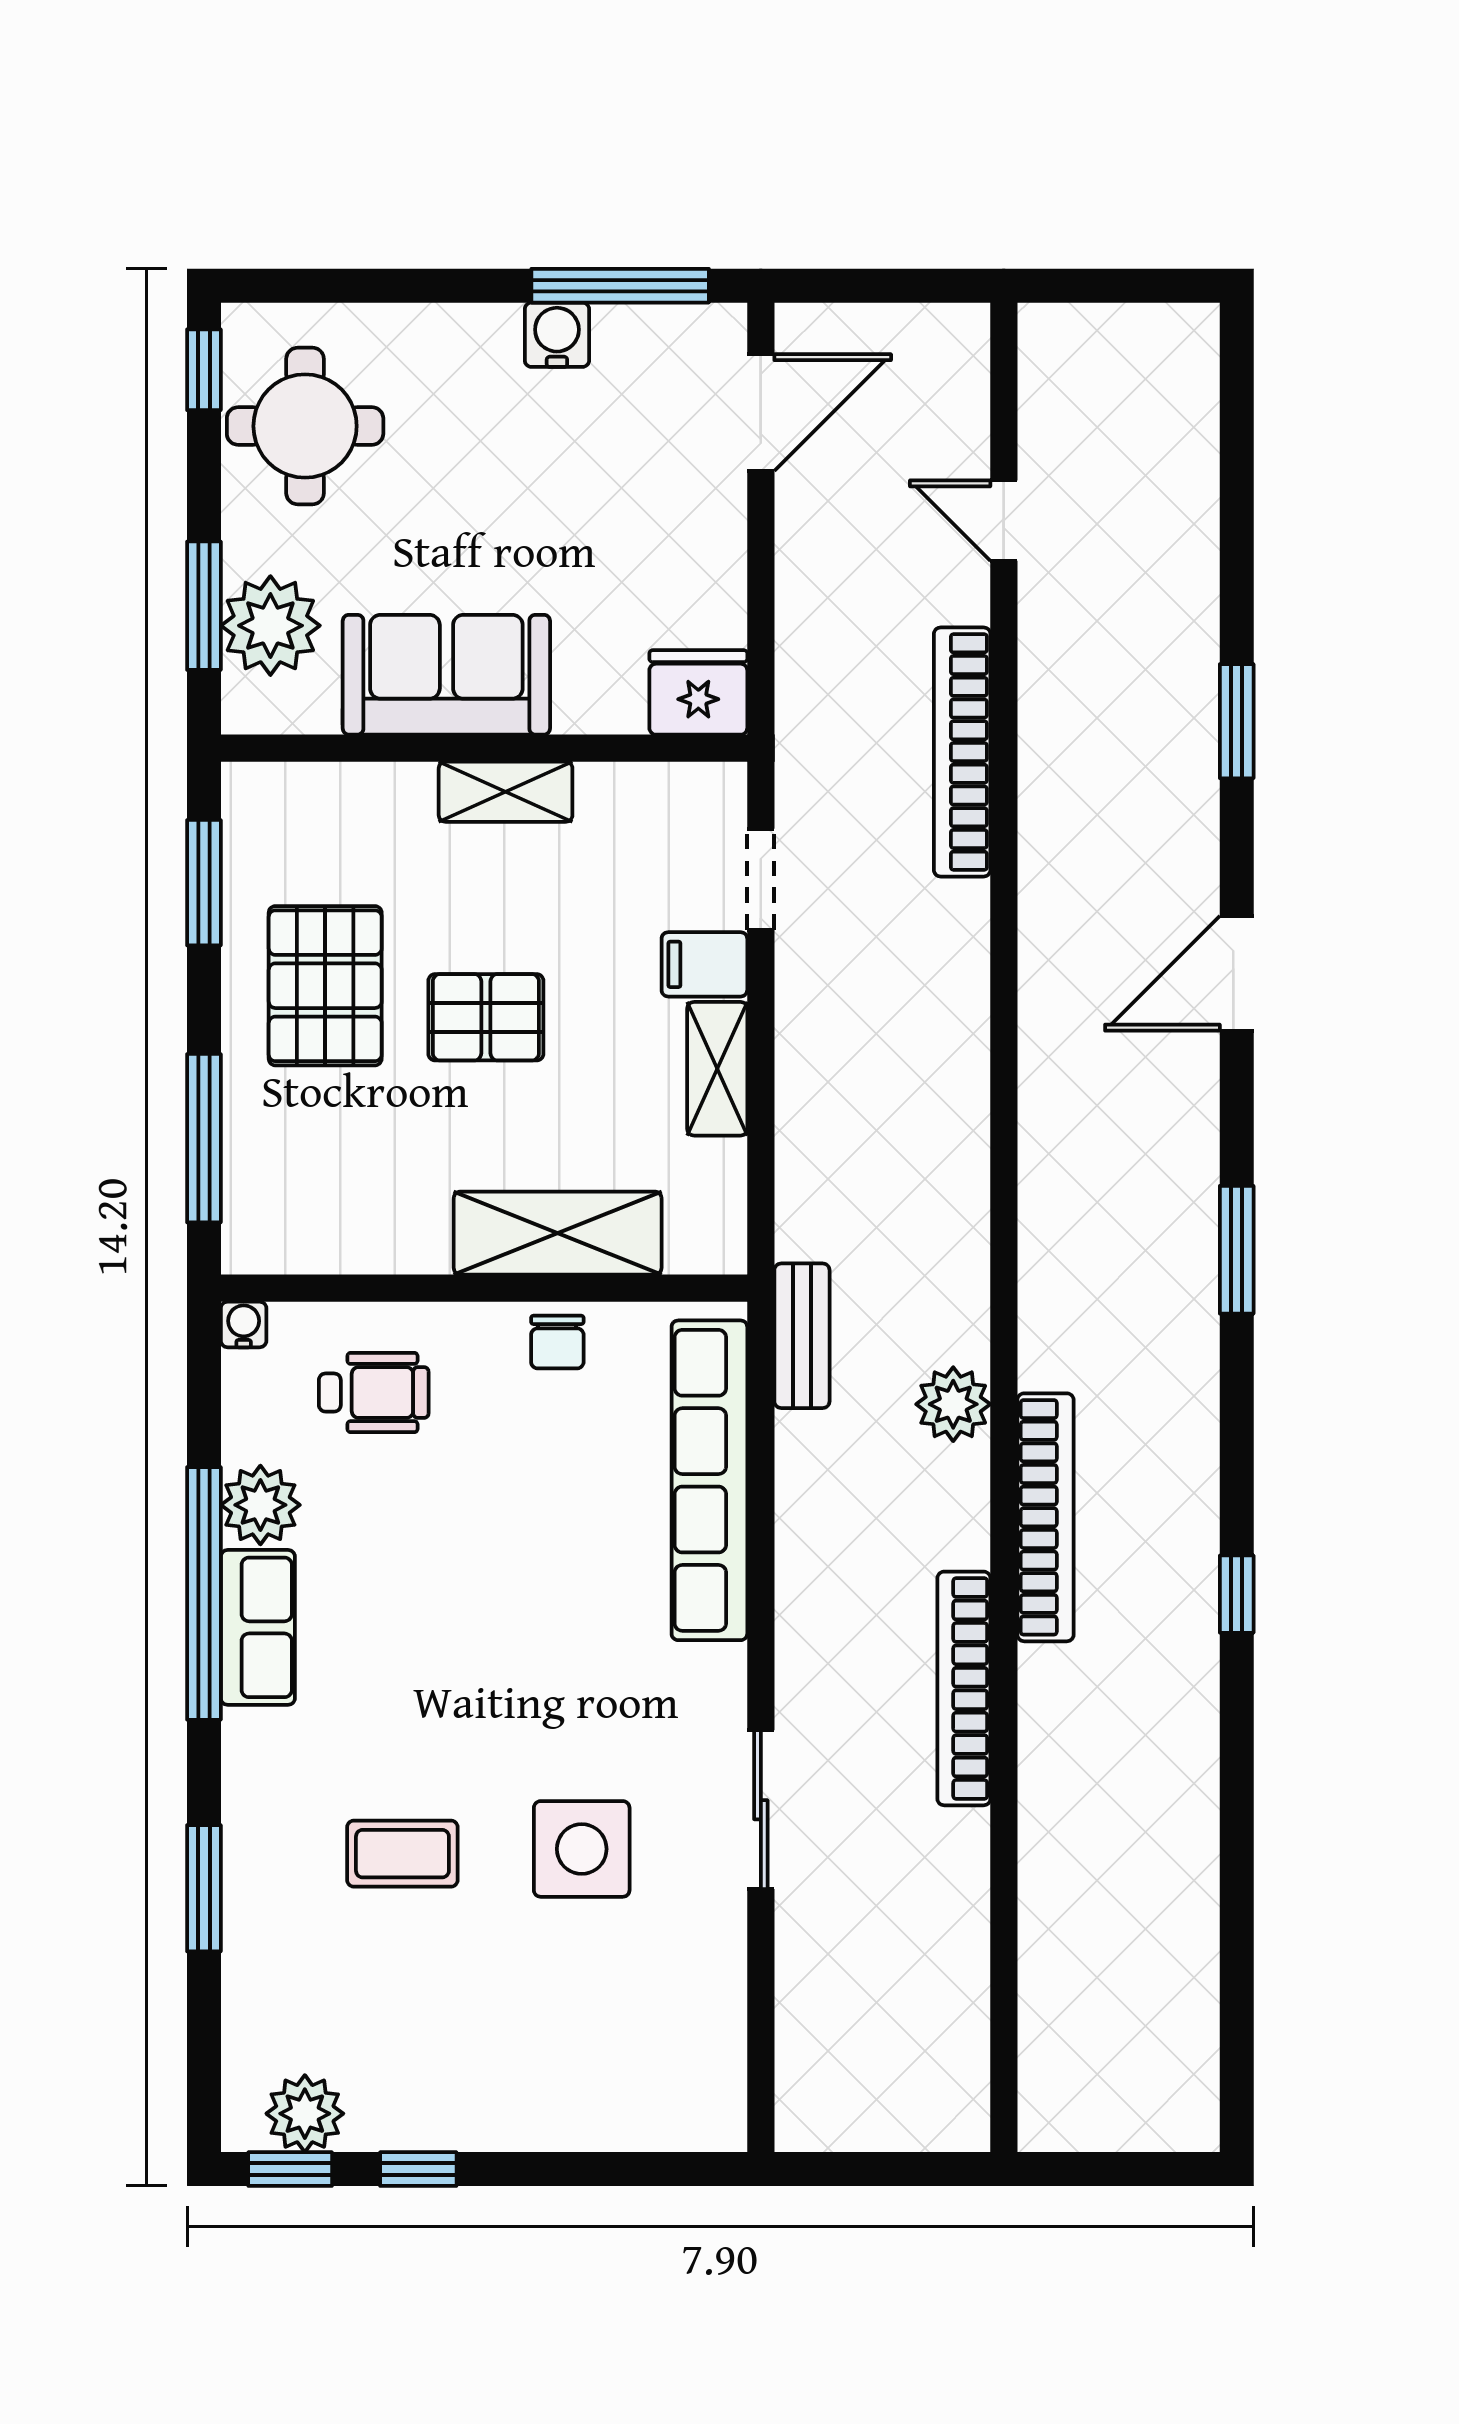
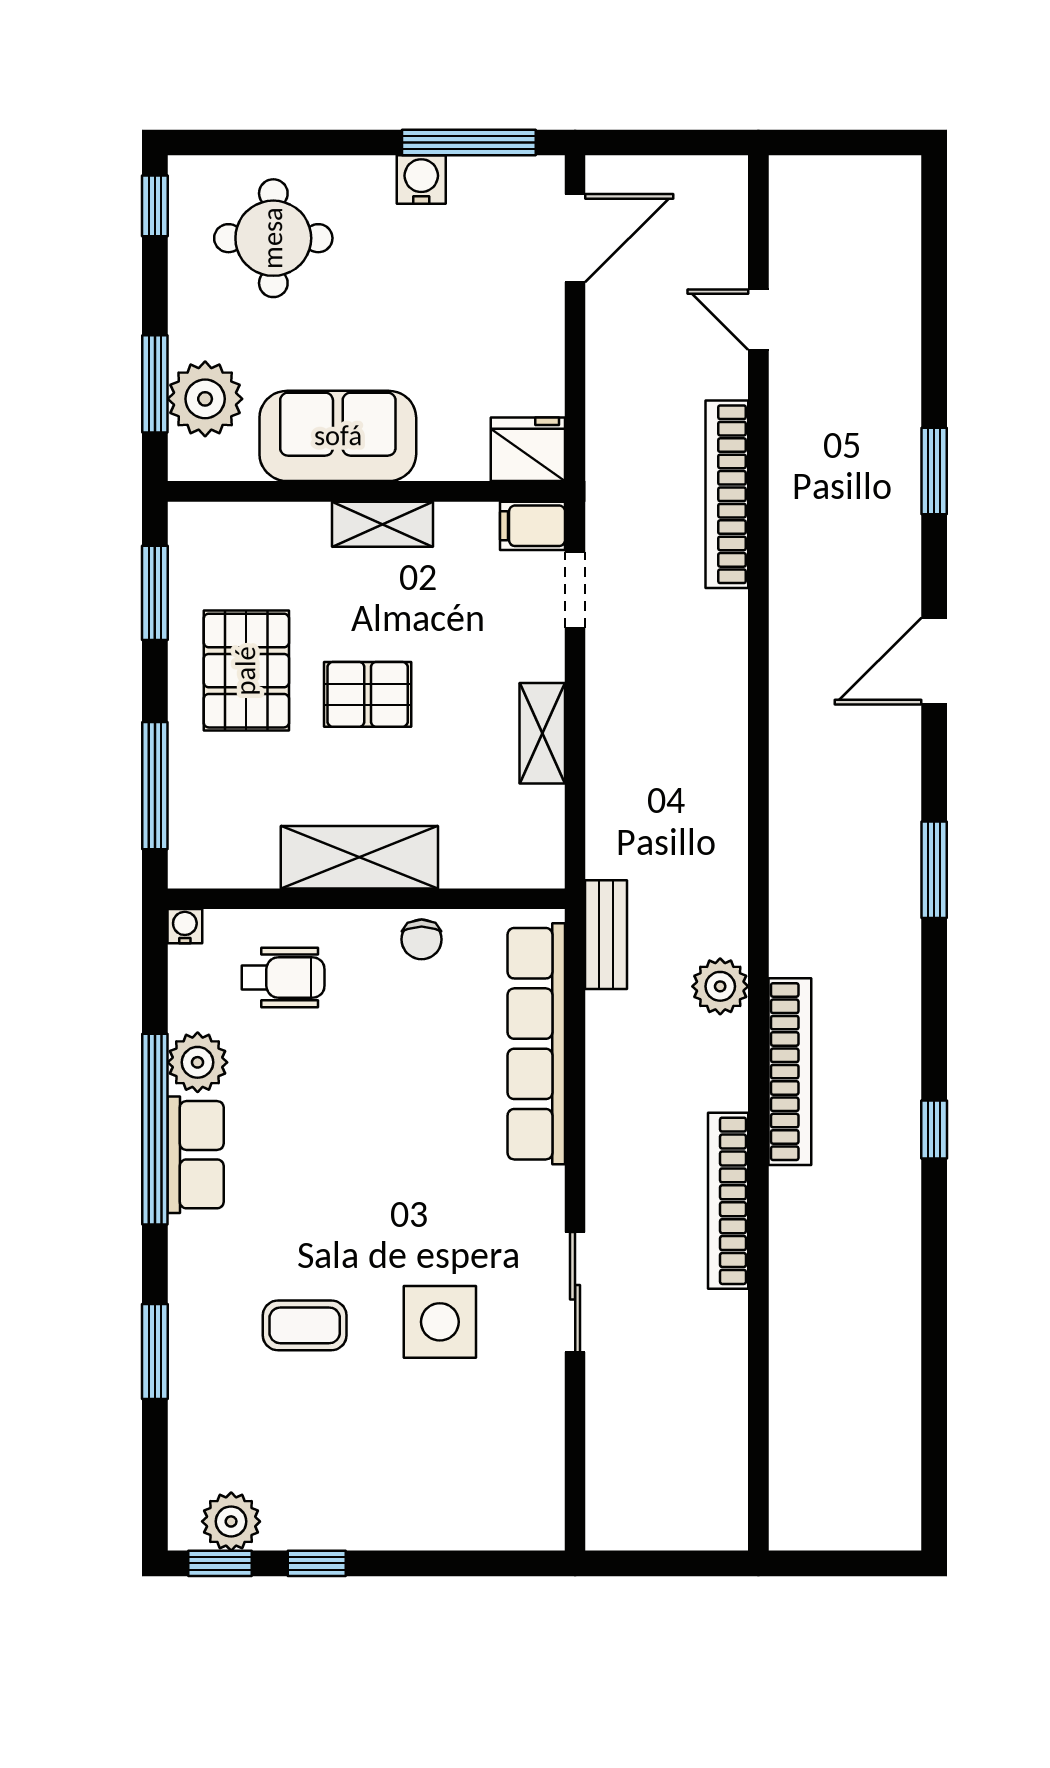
round table: (305, 426) -> (273, 238), moved
filing cabinet: (704, 964) -> (532, 526), moved
shelving: (558, 1233) -> (359, 857), moved

